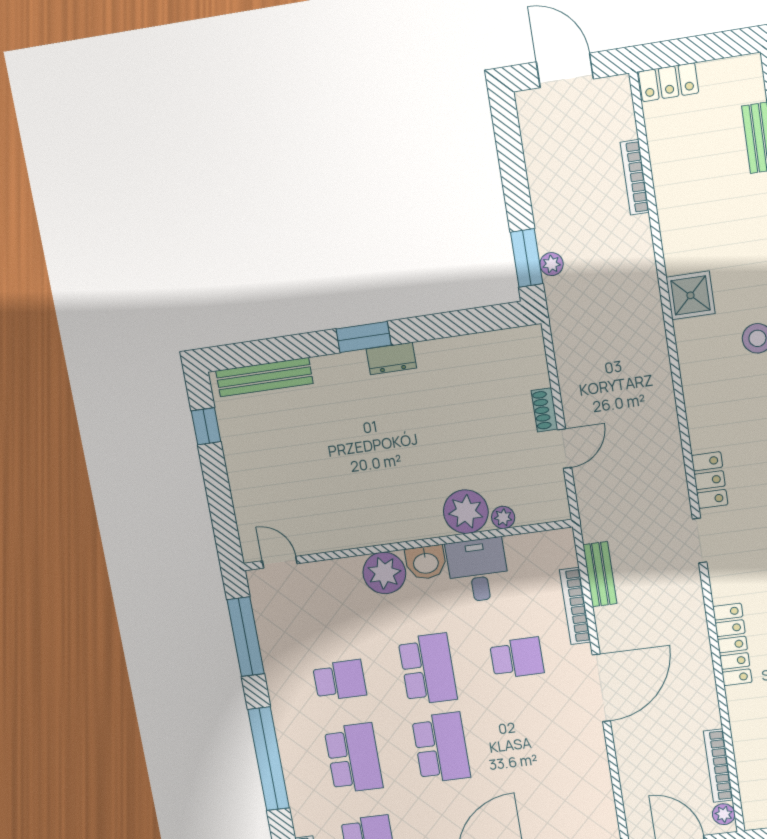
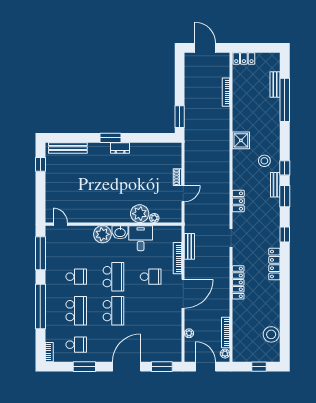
plant: (552, 264) -> (189, 333), moved
locker: (710, 480) -> (238, 201), moved

